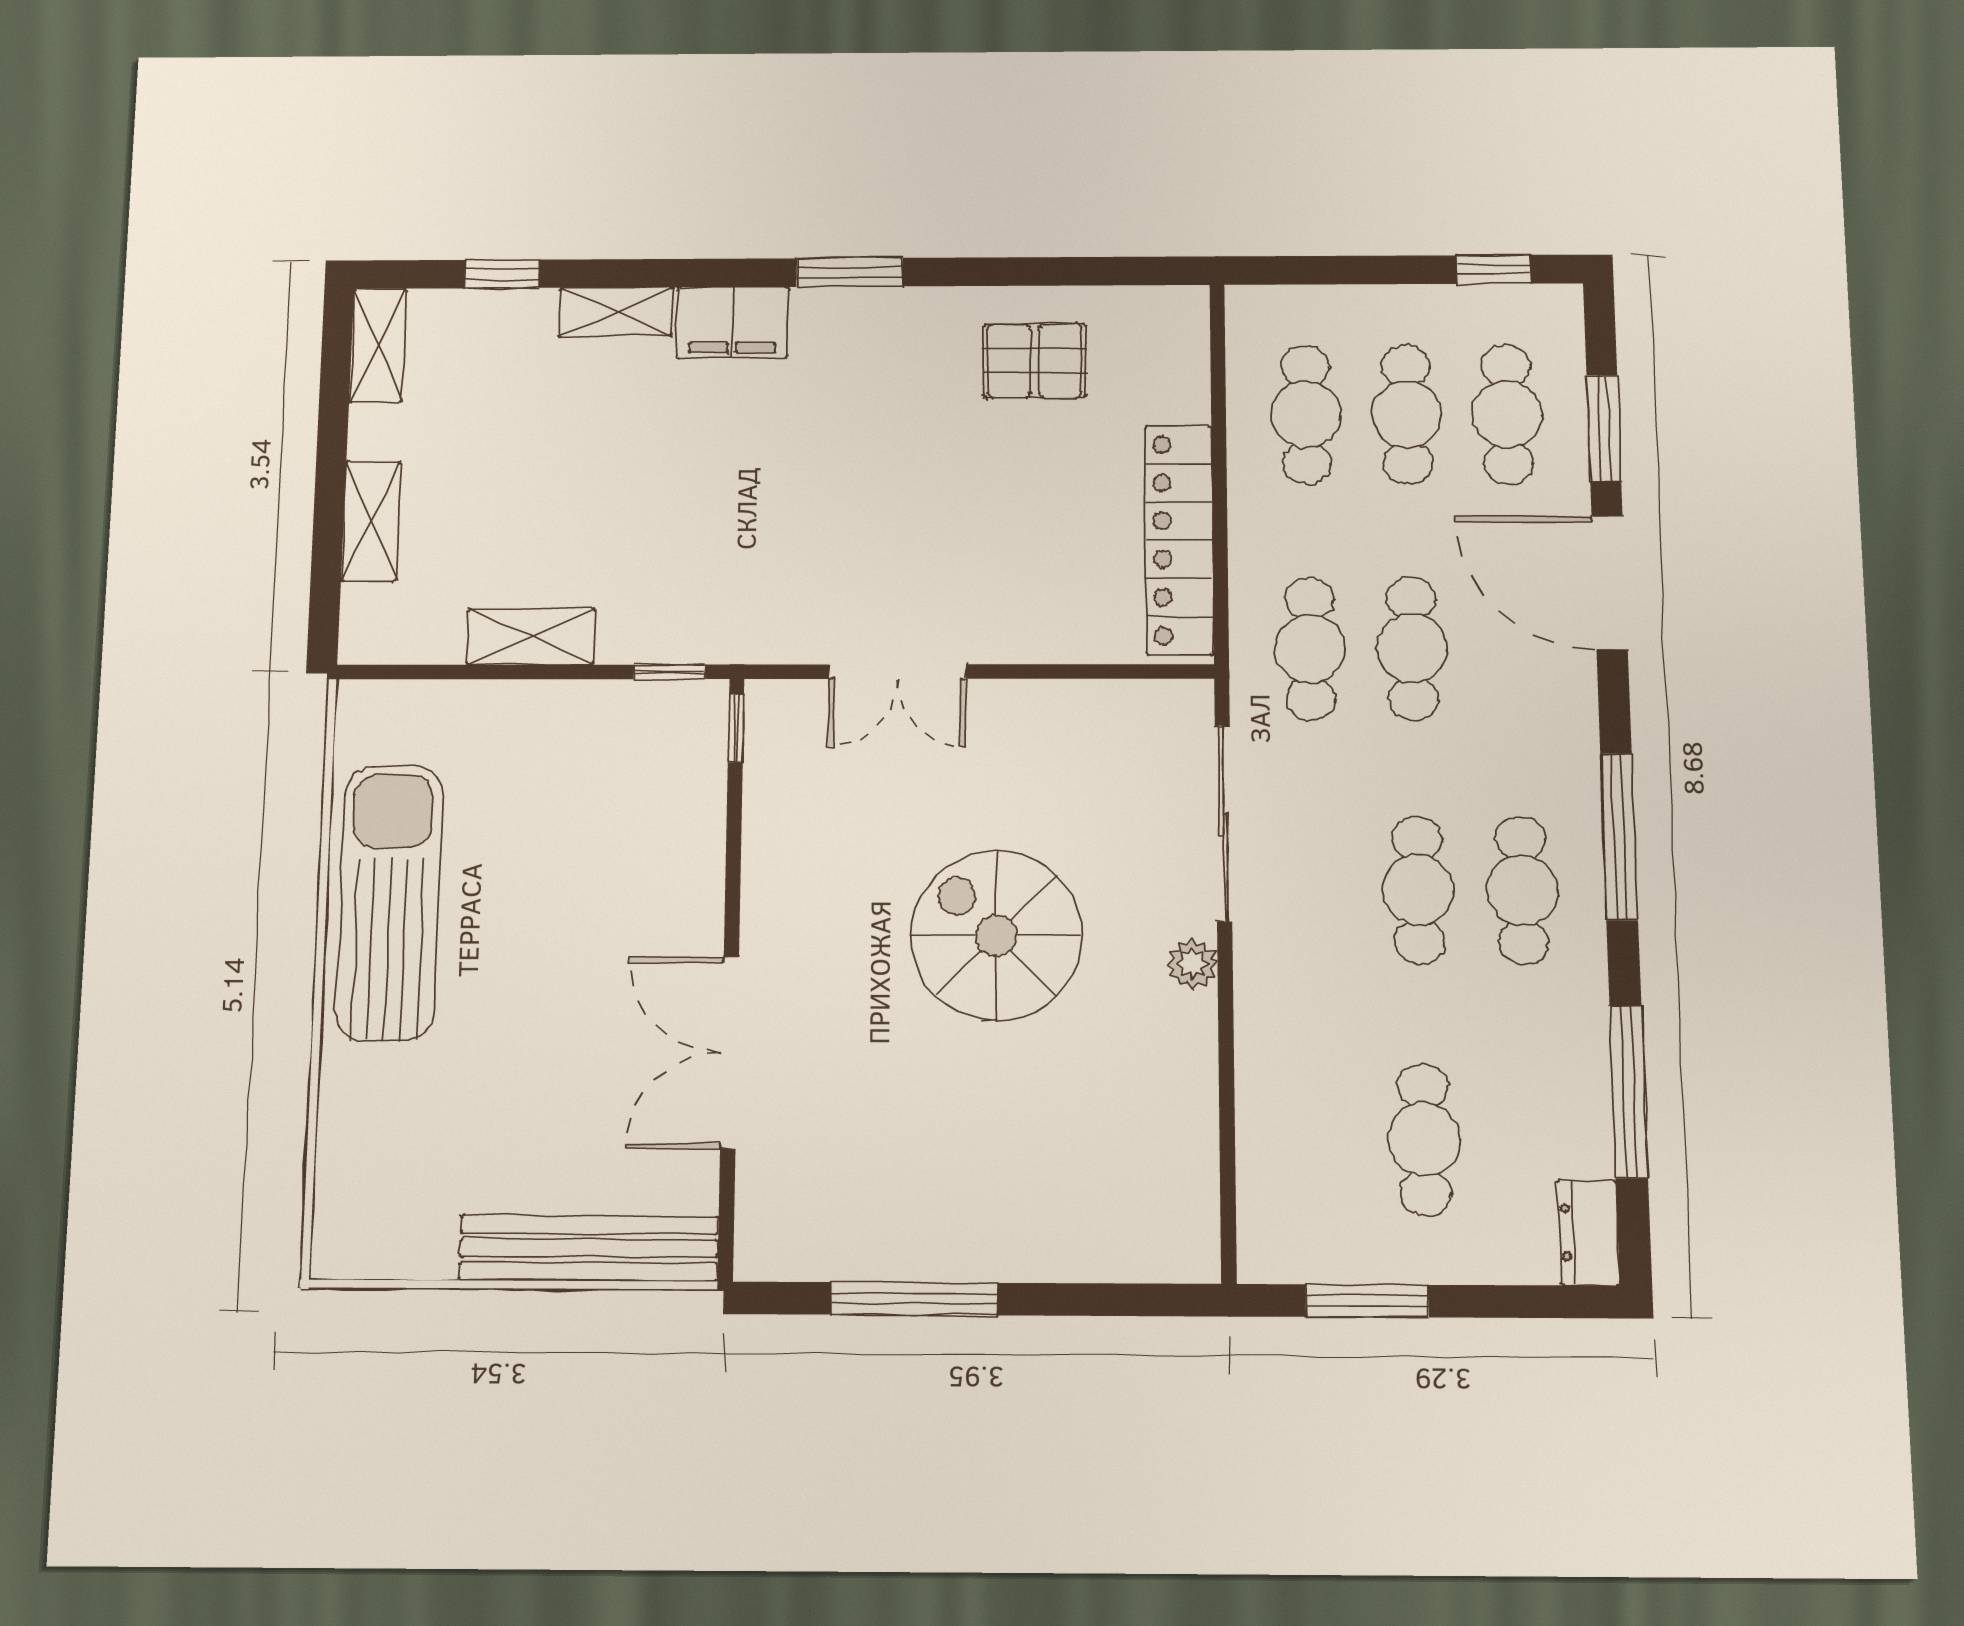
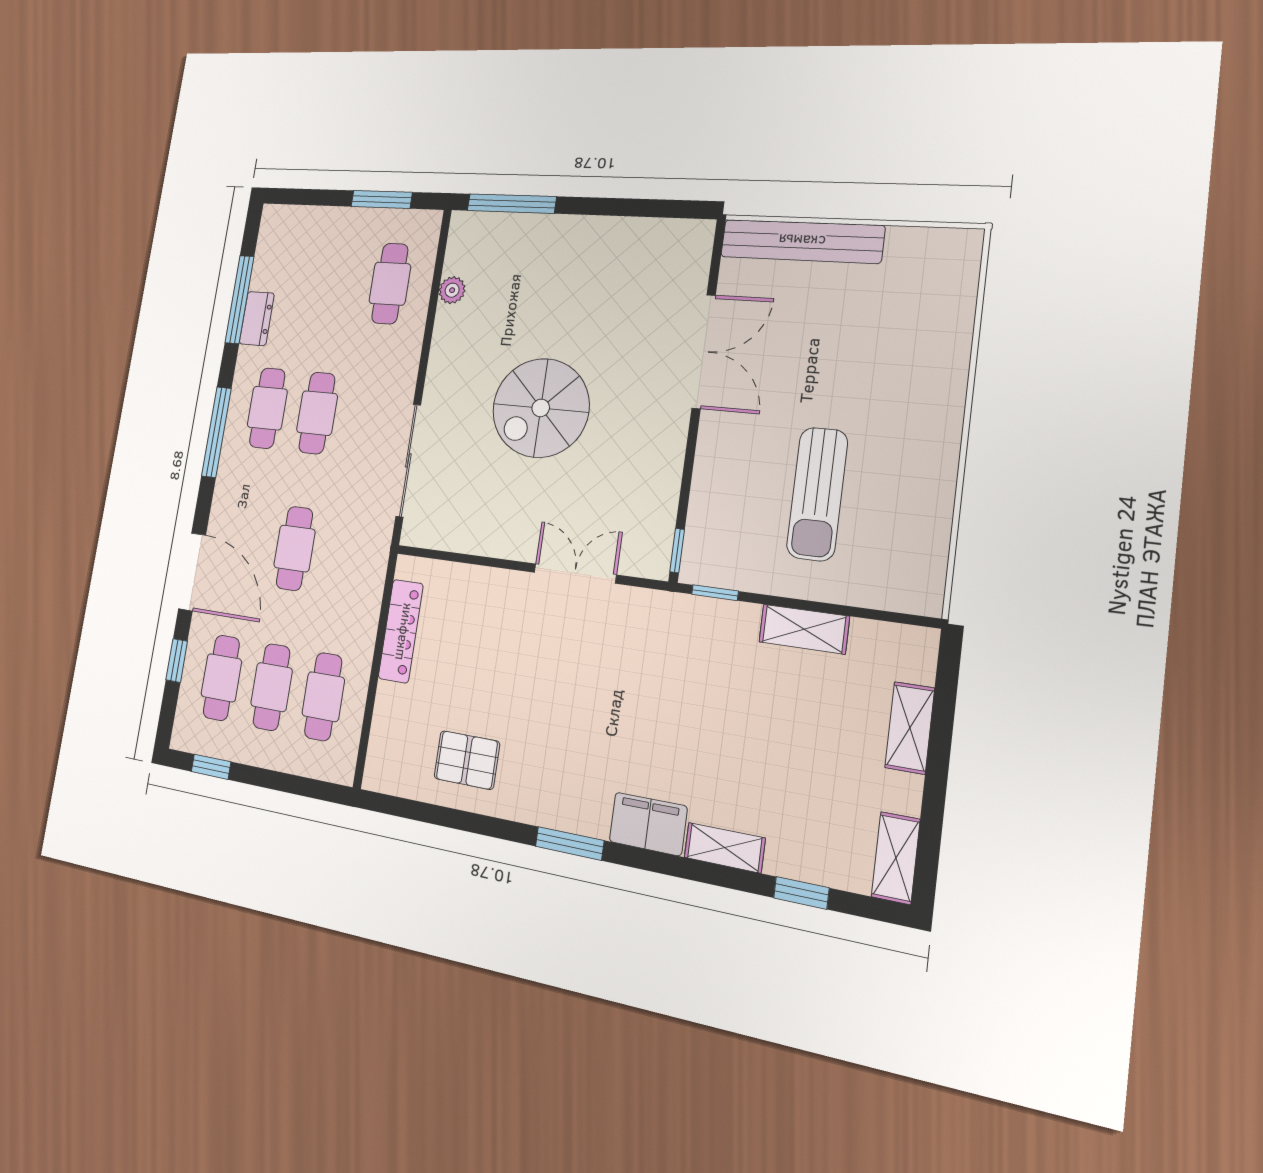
window: (1604, 428) -> (177, 661), width x0.67
locker: (1179, 540) -> (401, 631), width x0.71, depth x0.83
cafe table: (1310, 649) -> (346, 556), removed
sun lounger: (389, 902) -> (817, 494), moved, width x0.73, depth x0.75
spiral stairs: (996, 936) -> (541, 408), turned 90
plant: (1192, 964) -> (452, 290), moved
cafe table: (1424, 1139) -> (390, 284), moved
dresser: (1589, 1233) -> (257, 319), moved
window: (914, 1299) -> (512, 204), moved

